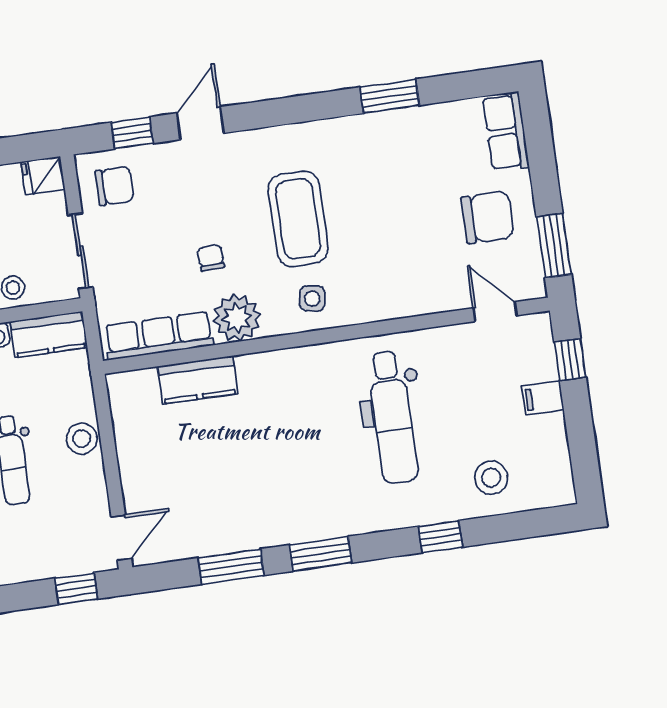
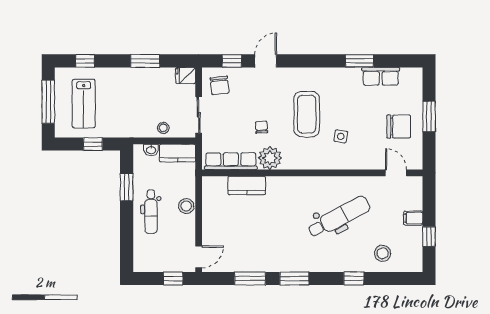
row of seats: (506, 132) -> (381, 76), moved, turned -90
chair: (114, 186) -> (220, 85), turned 84
window: (554, 246) -> (429, 117), moved
side table: (312, 298) -> (341, 136), moved
window: (570, 360) -> (429, 237), moved
dental chair: (393, 417) -> (339, 217), turned -118

